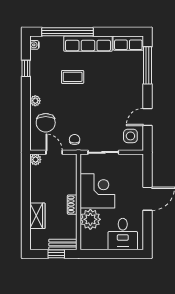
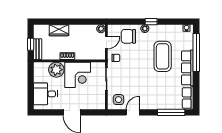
window: (26, 68) -> (151, 22), moved
coffee table: (73, 77) -> (163, 56), width x1.86, depth x1.72
door: (148, 117) -> (133, 112), hinge flipped

